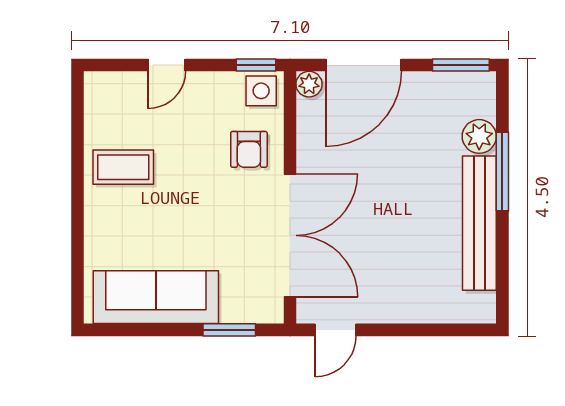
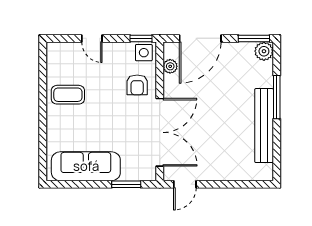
door: (167, 65) -> (92, 38), hinge flipped
plant: (309, 84) -> (170, 66), moved
plant: (479, 136) -> (264, 51), moved

